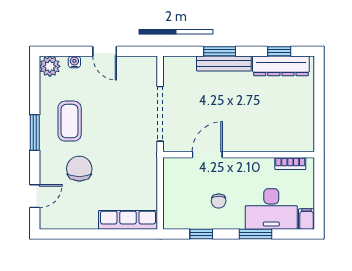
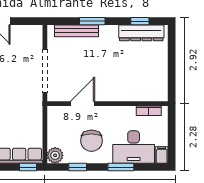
bench: (224, 63) -> (76, 31), moved
chair: (219, 201) -> (91, 141), width x1.87, depth x1.87
plant: (173, 219) -> (55, 155), added
window: (139, 234) -> (28, 167), added

